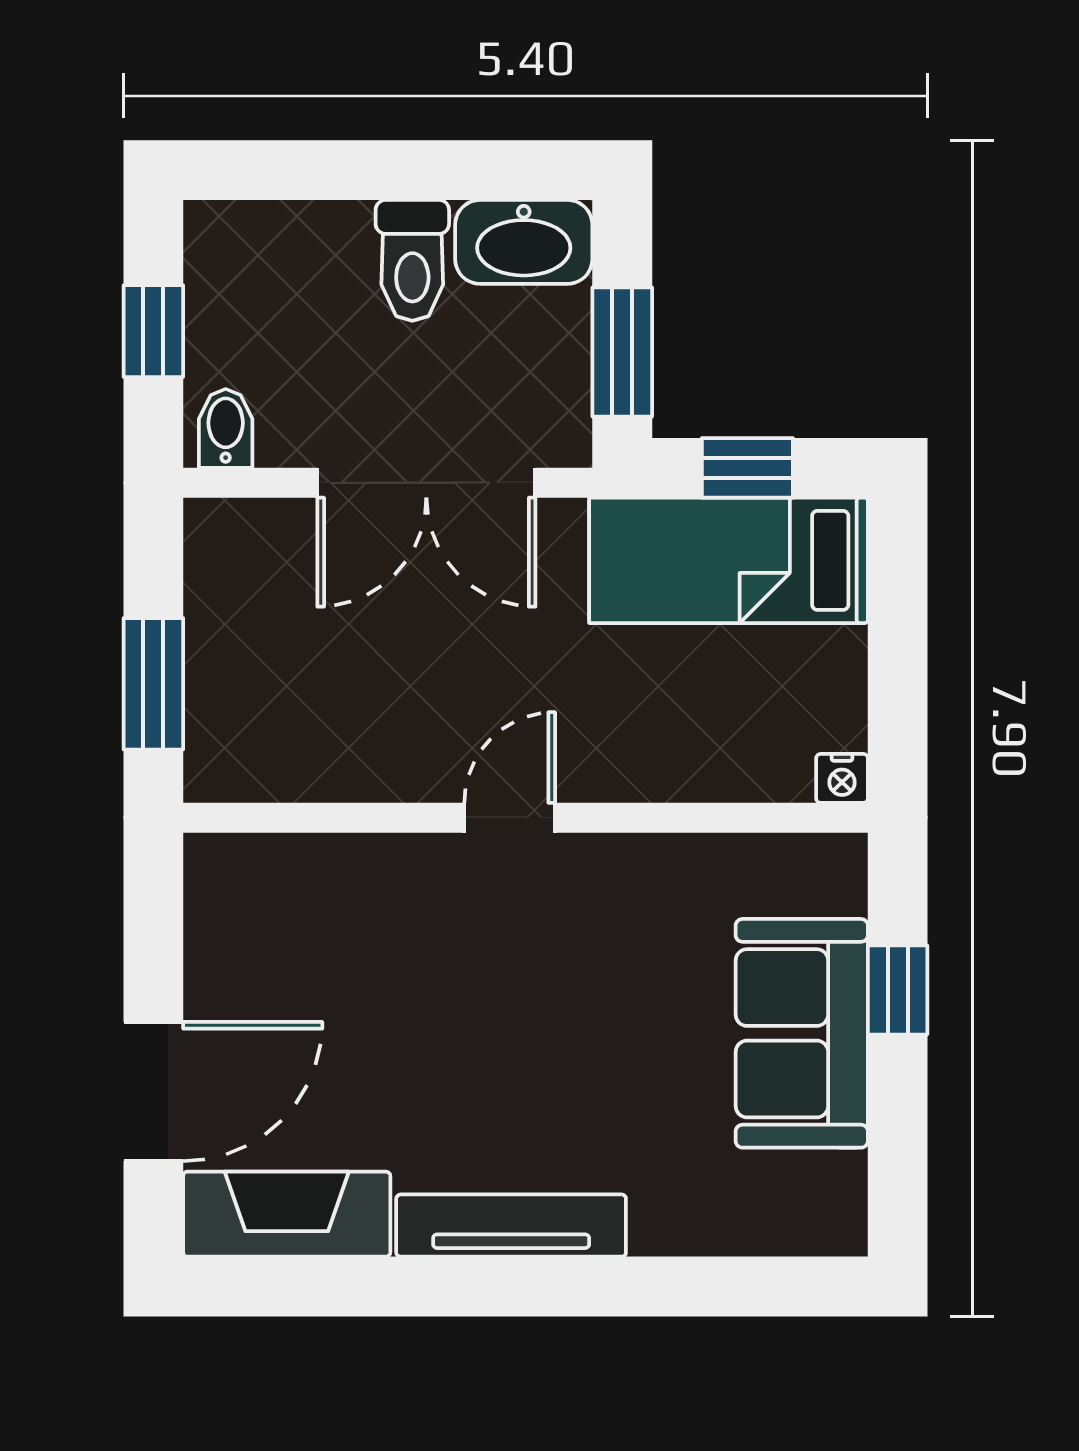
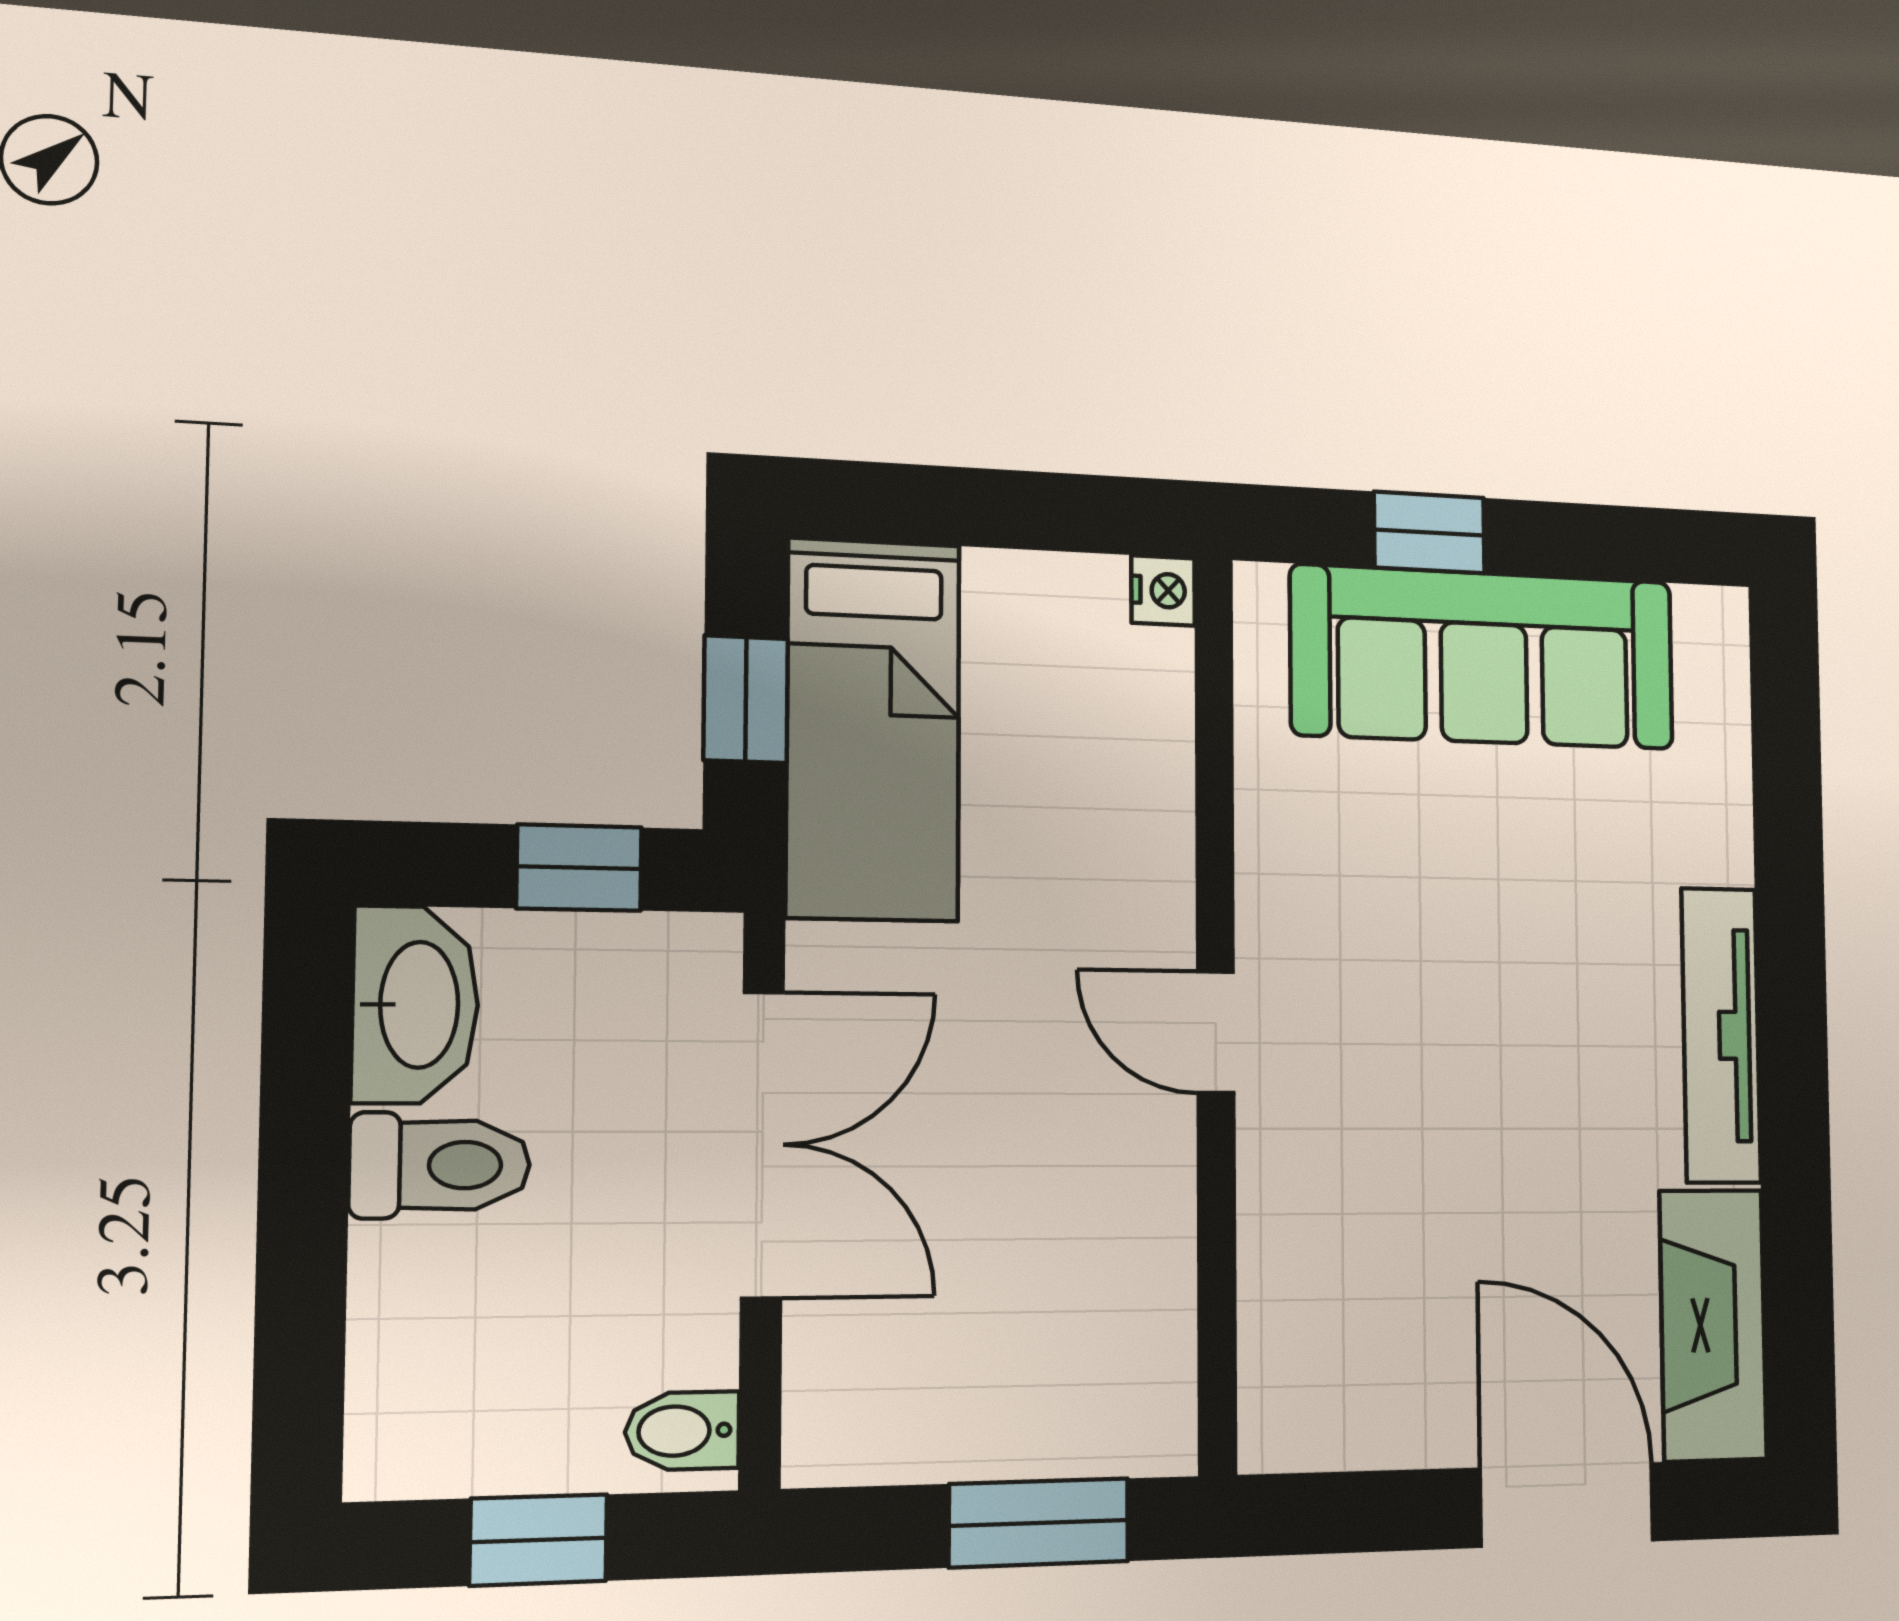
window: (622, 352) -> (579, 868), width x0.67
sofa: (802, 1033) -> (1484, 657), width x1.36

